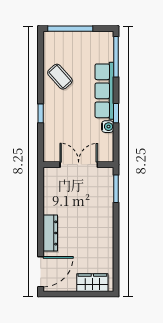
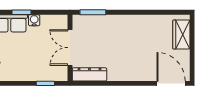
window: (41, 113) -> (45, 83), moved
dresser: (50, 233) -> (89, 74), moved

